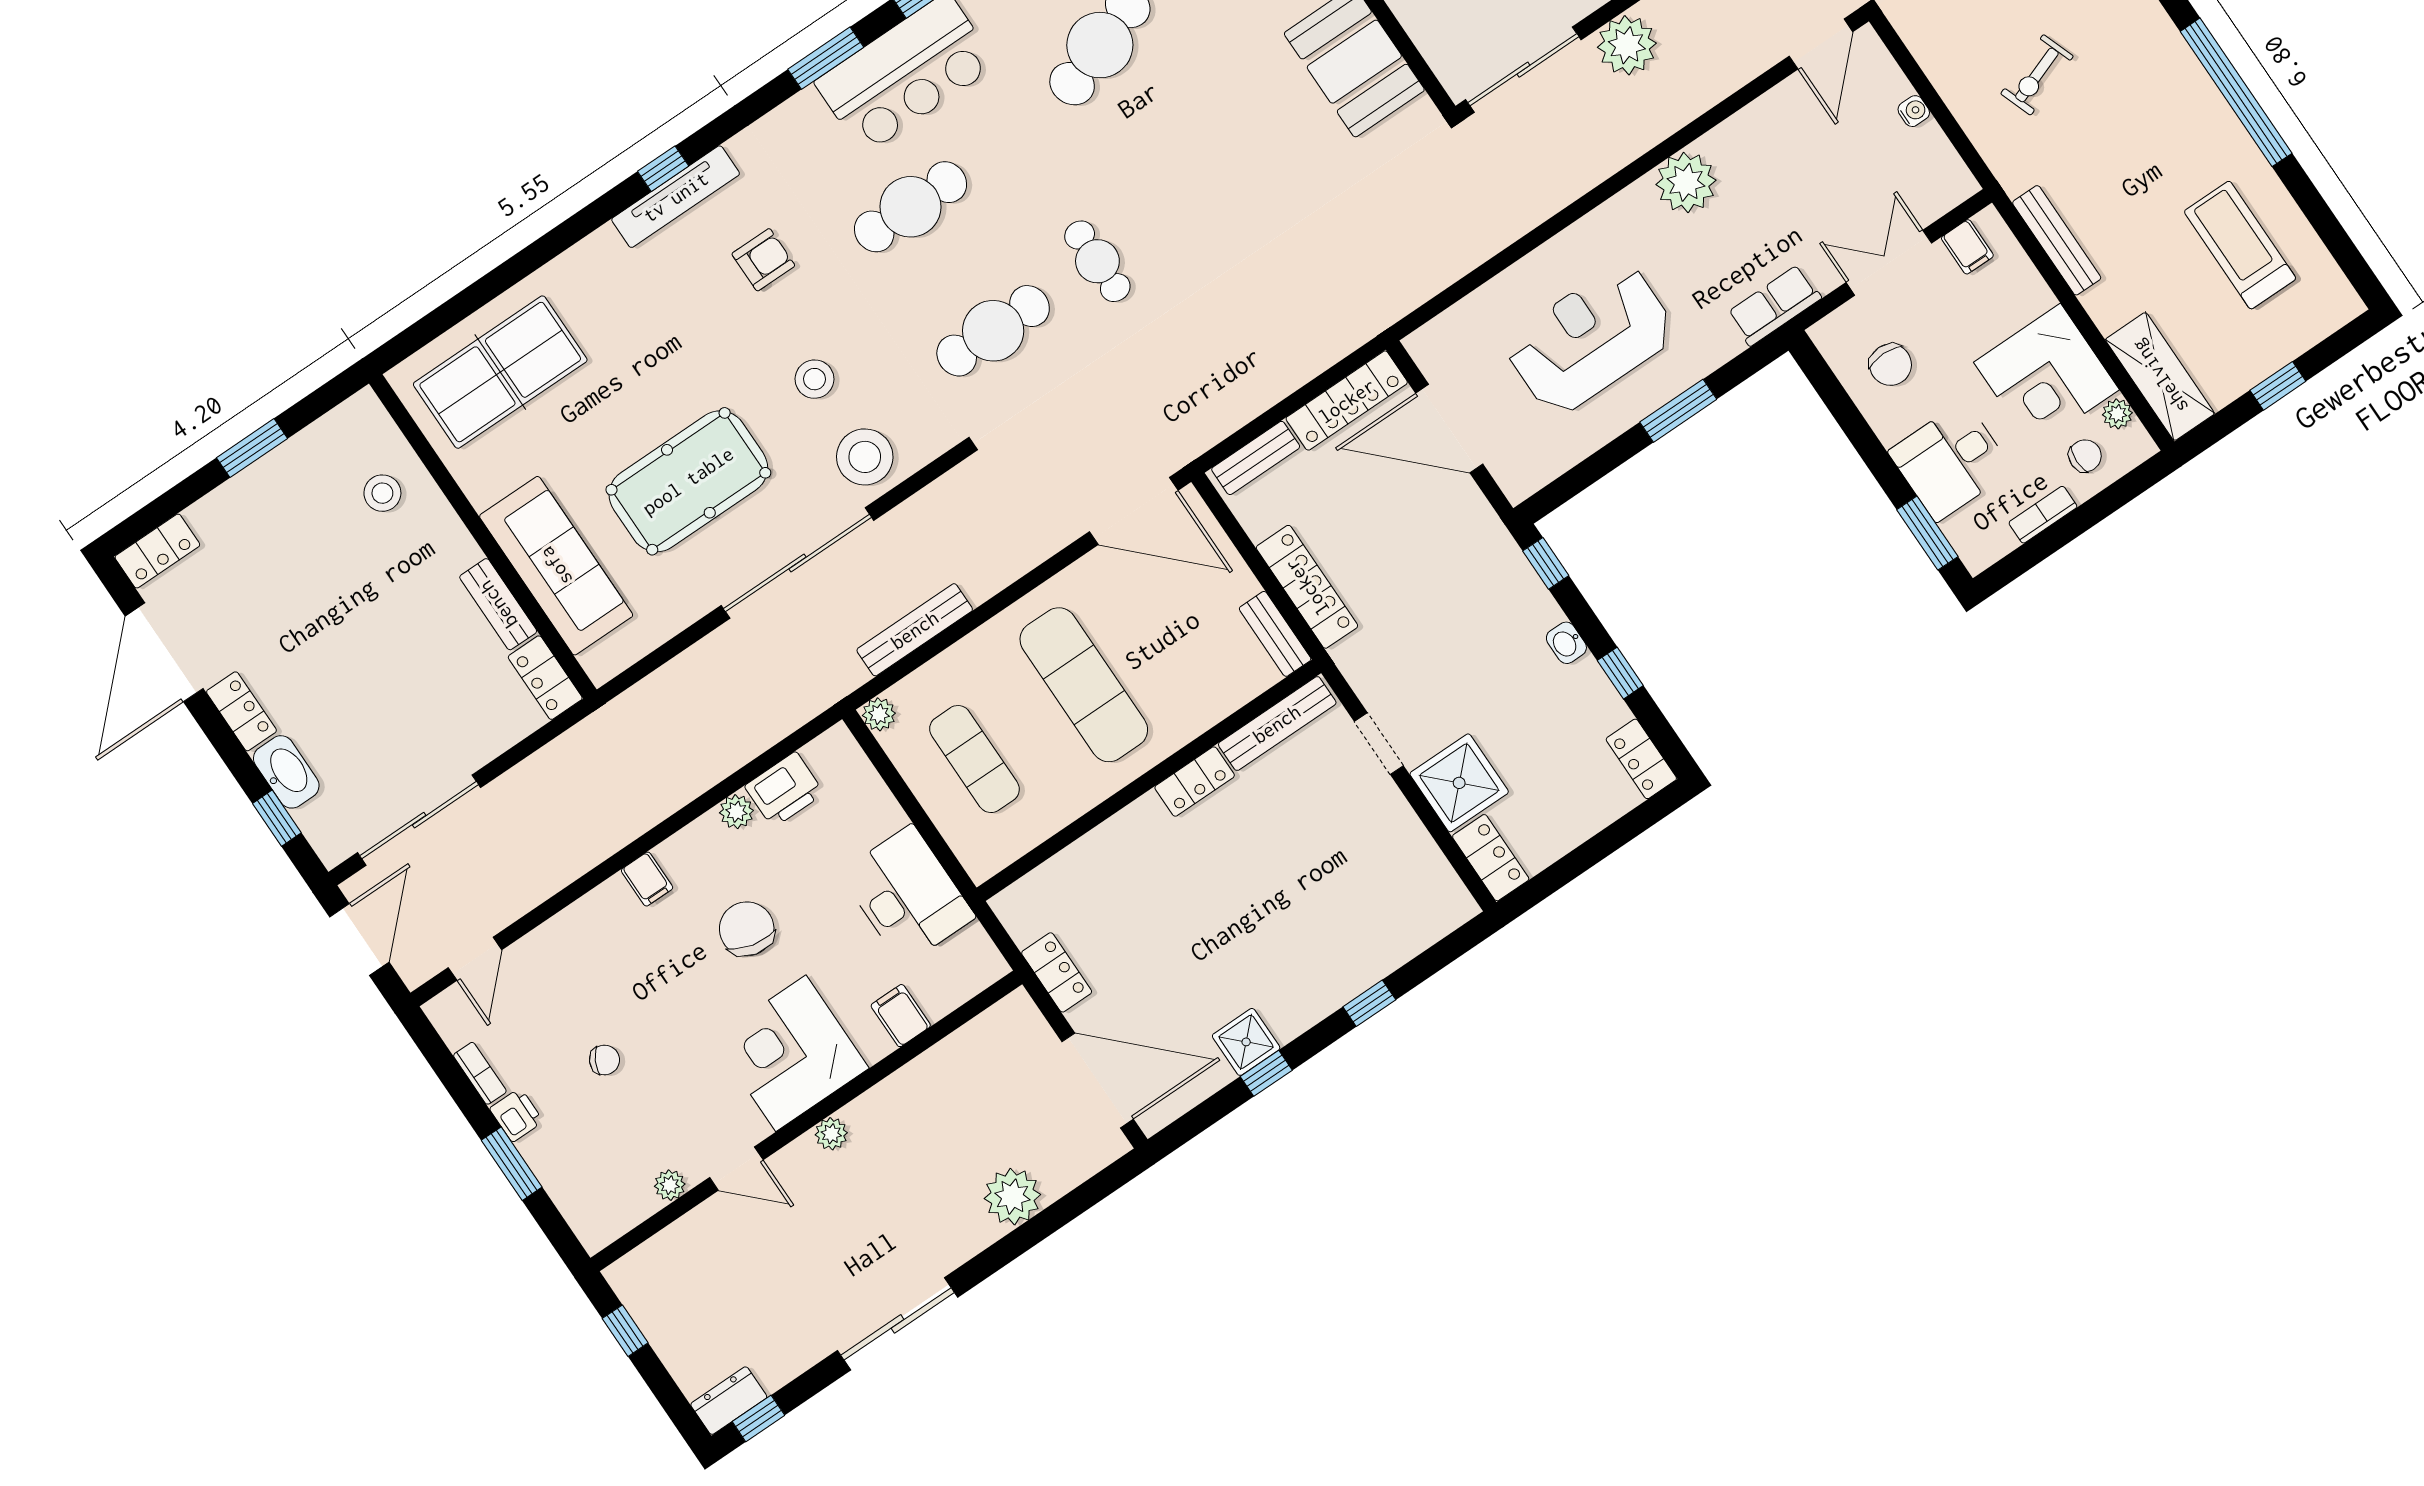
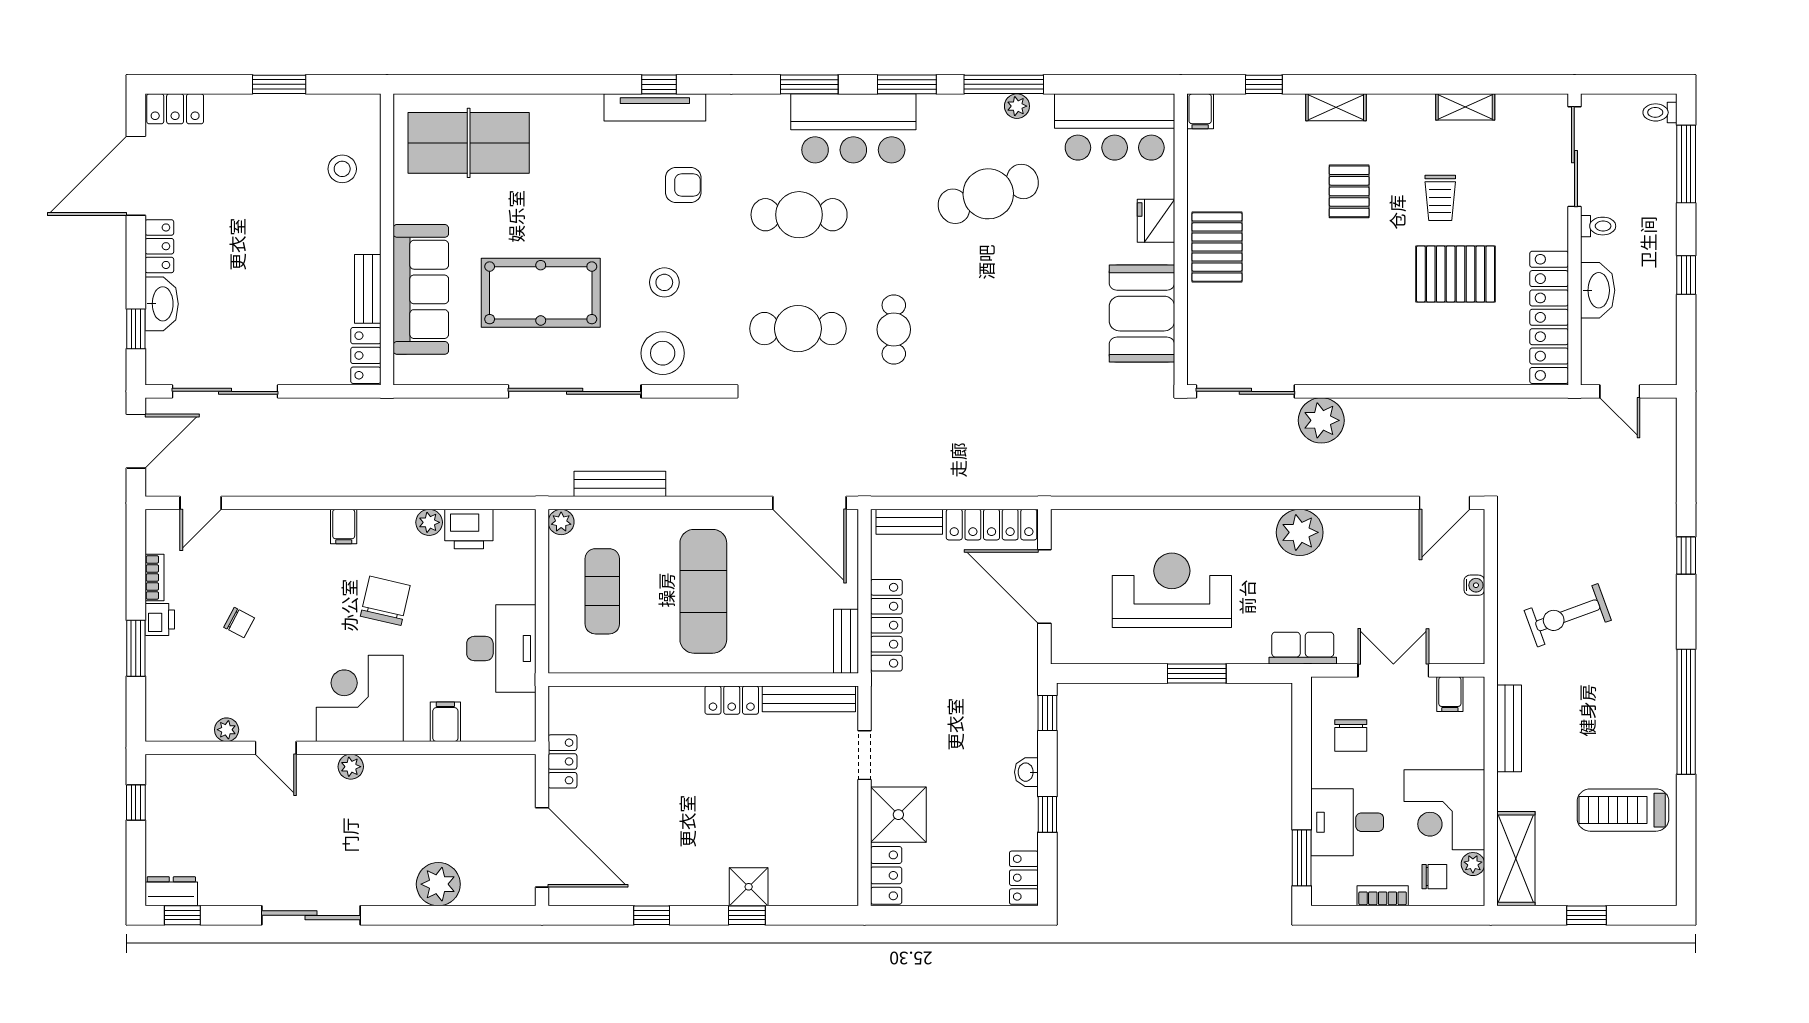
exercise bike: (2037, 75) -> (1568, 615), width x1.38, depth x1.39
treadmill: (2240, 245) -> (1623, 810), turned -90
shower: (1246, 1042) -> (749, 887), moved

